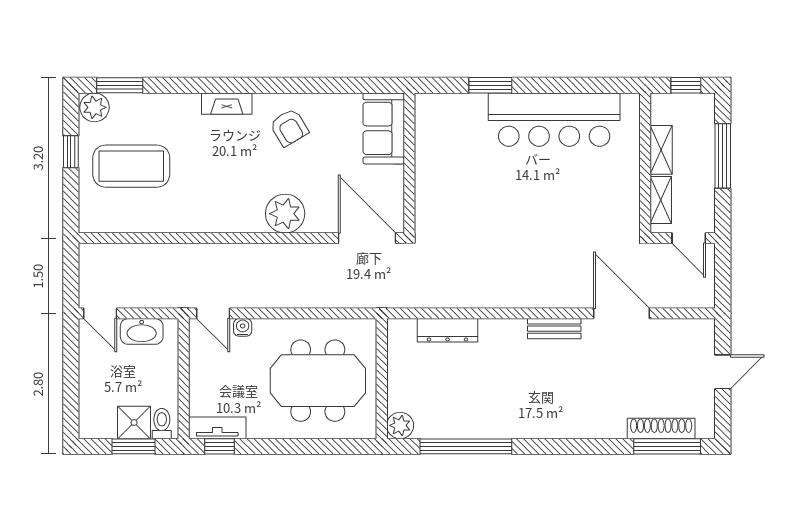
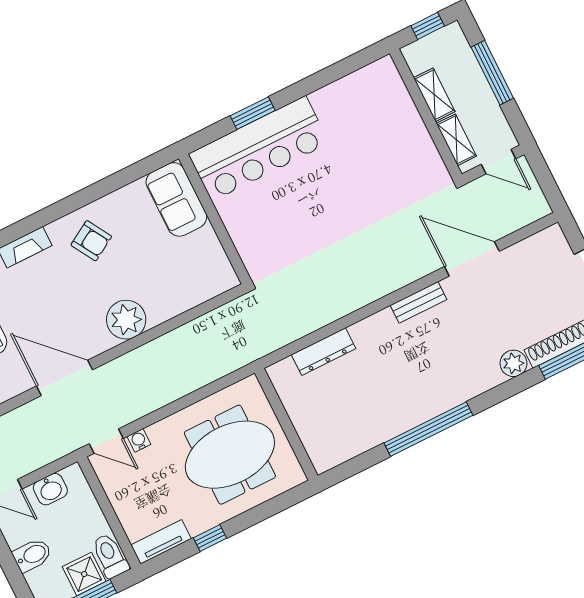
bar counter: (554, 120) -> (259, 148), moved
door: (367, 238) -> (65, 378), moved
washbasin: (142, 331) -> (50, 489), width x0.72
bidet: (96, 382) -> (32, 555), added
toilet: (162, 424) -> (110, 556), width x1.37, depth x1.39
plant: (400, 425) -> (513, 363), moved
window: (220, 446) -> (210, 538), moved
window: (466, 446) -> (428, 429), moved

